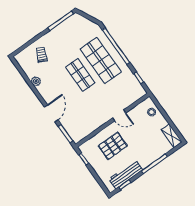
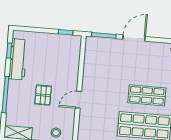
door: (51, 113) -> (134, 38), swing flipped
pallet: (113, 146) -> (43, 95), moved, width x0.67, depth x0.71

